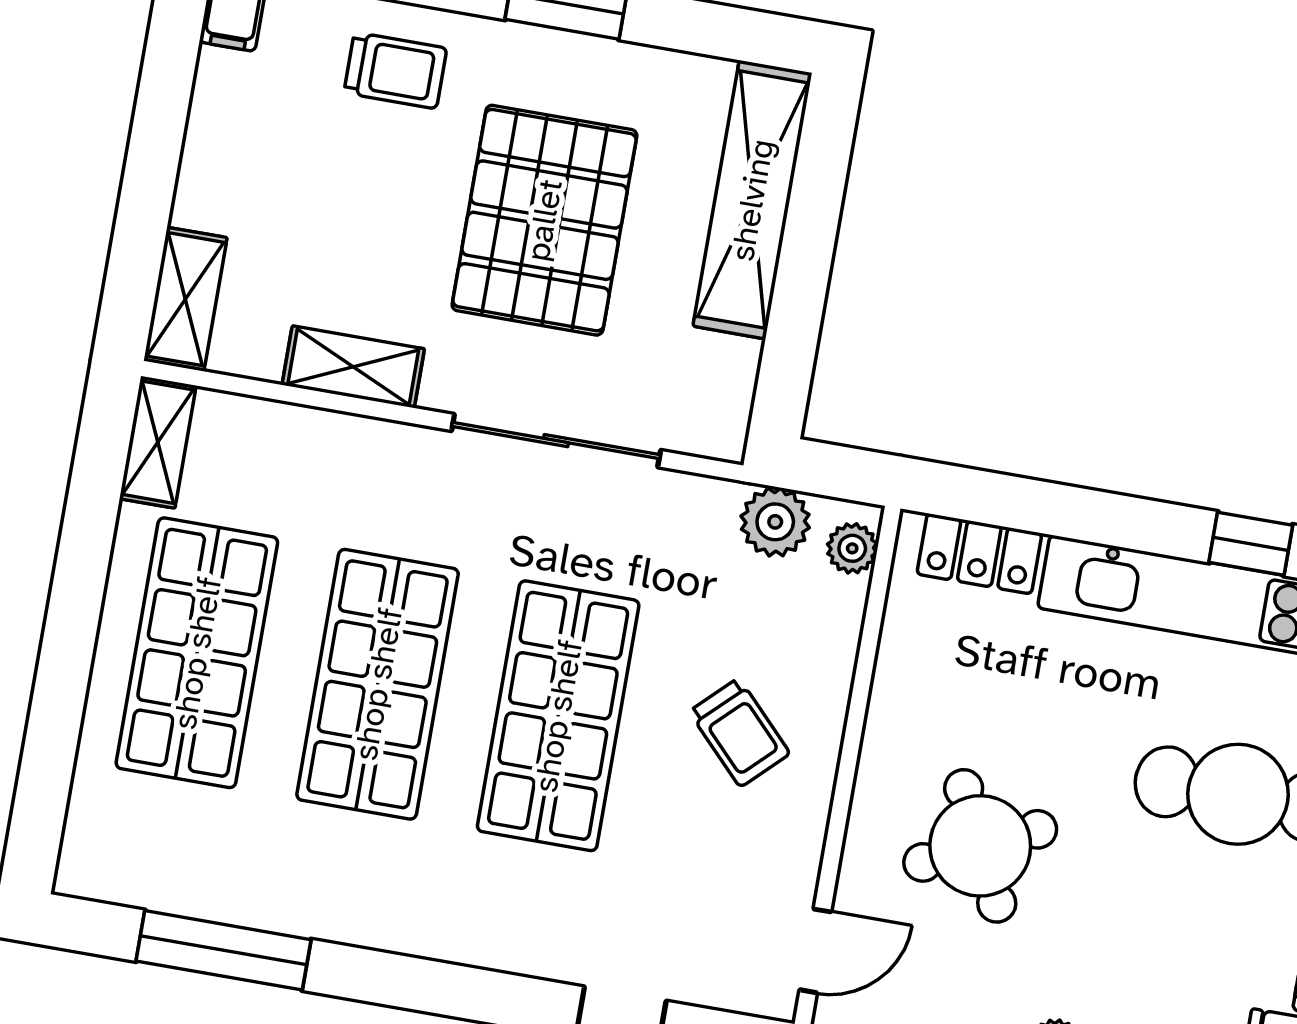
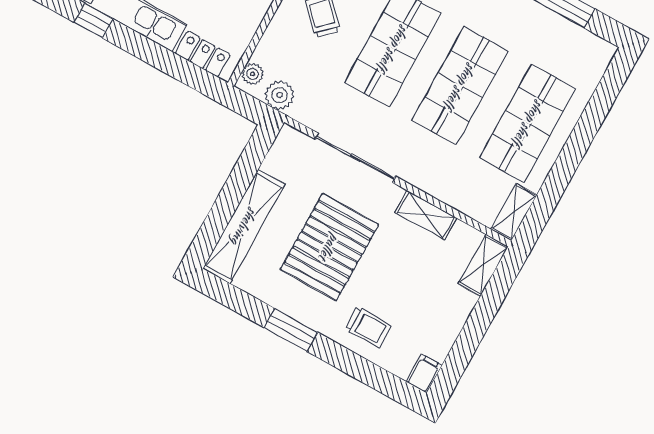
trolley: (395, 71) -> (368, 327), turned 180

